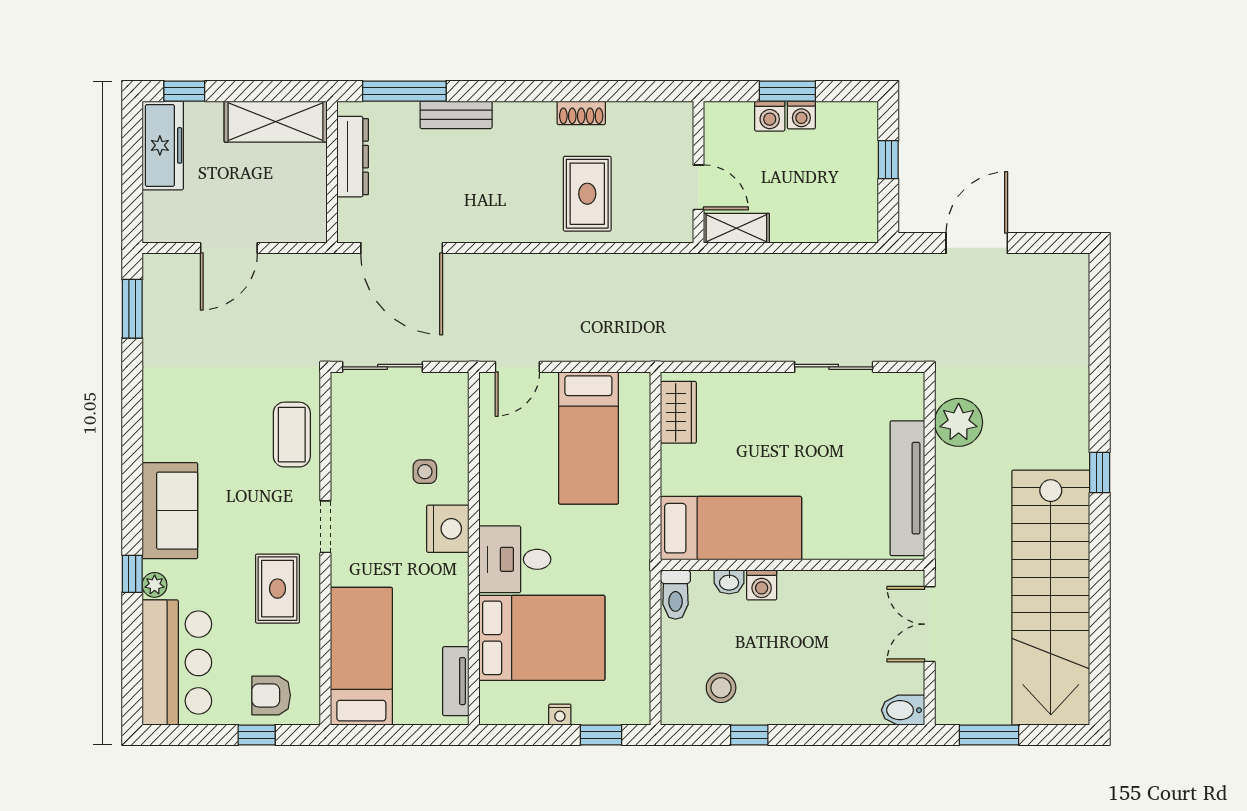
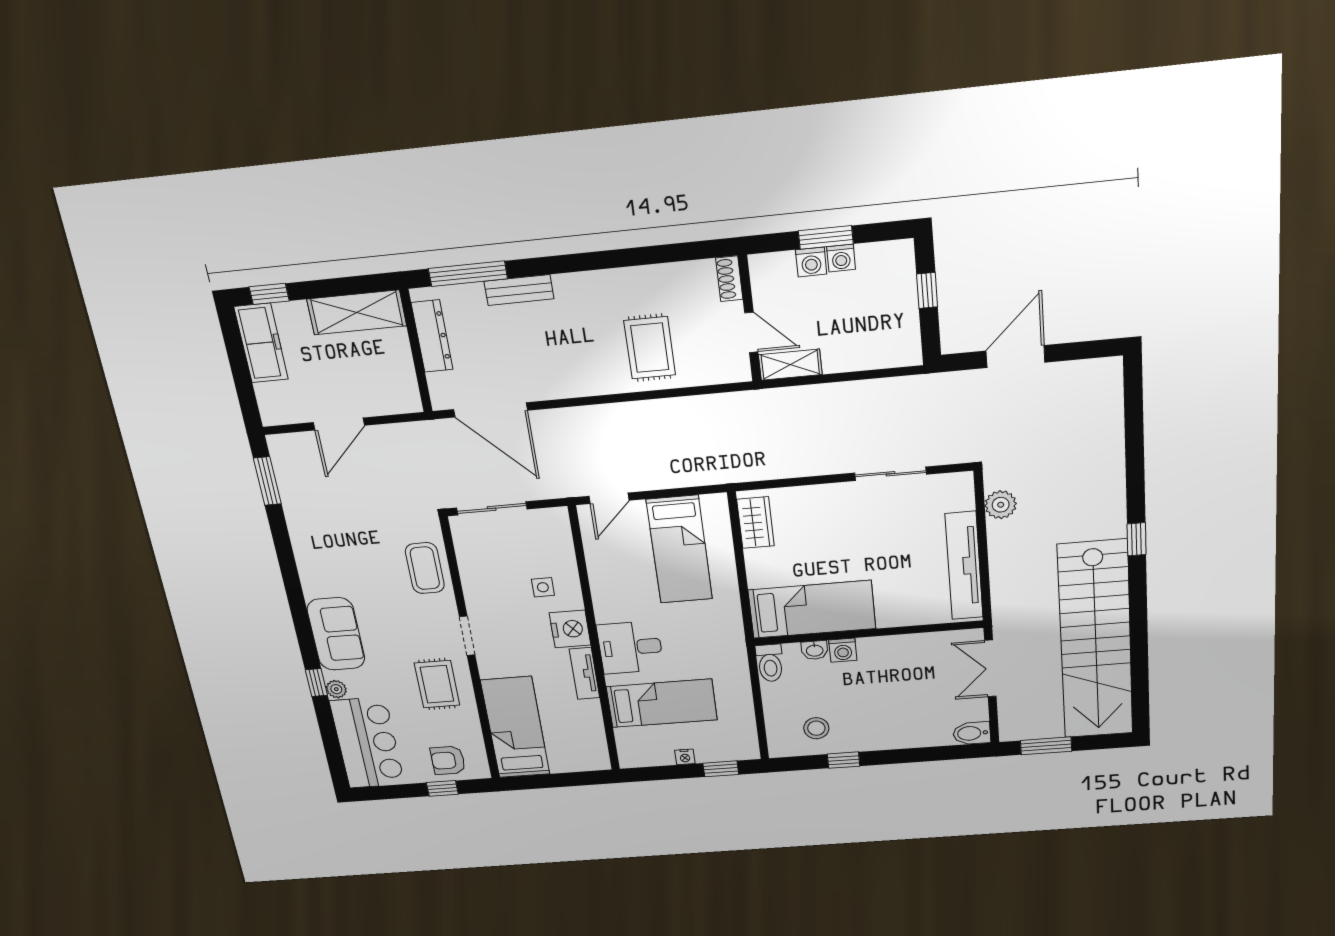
shoe rack: (581, 113) -> (729, 279), moved, turned 90
plant: (959, 422) -> (1001, 505), width x0.73, depth x0.73
bed: (542, 638) -> (662, 703), width x0.67
tv unit: (456, 681) -> (584, 673), moved

